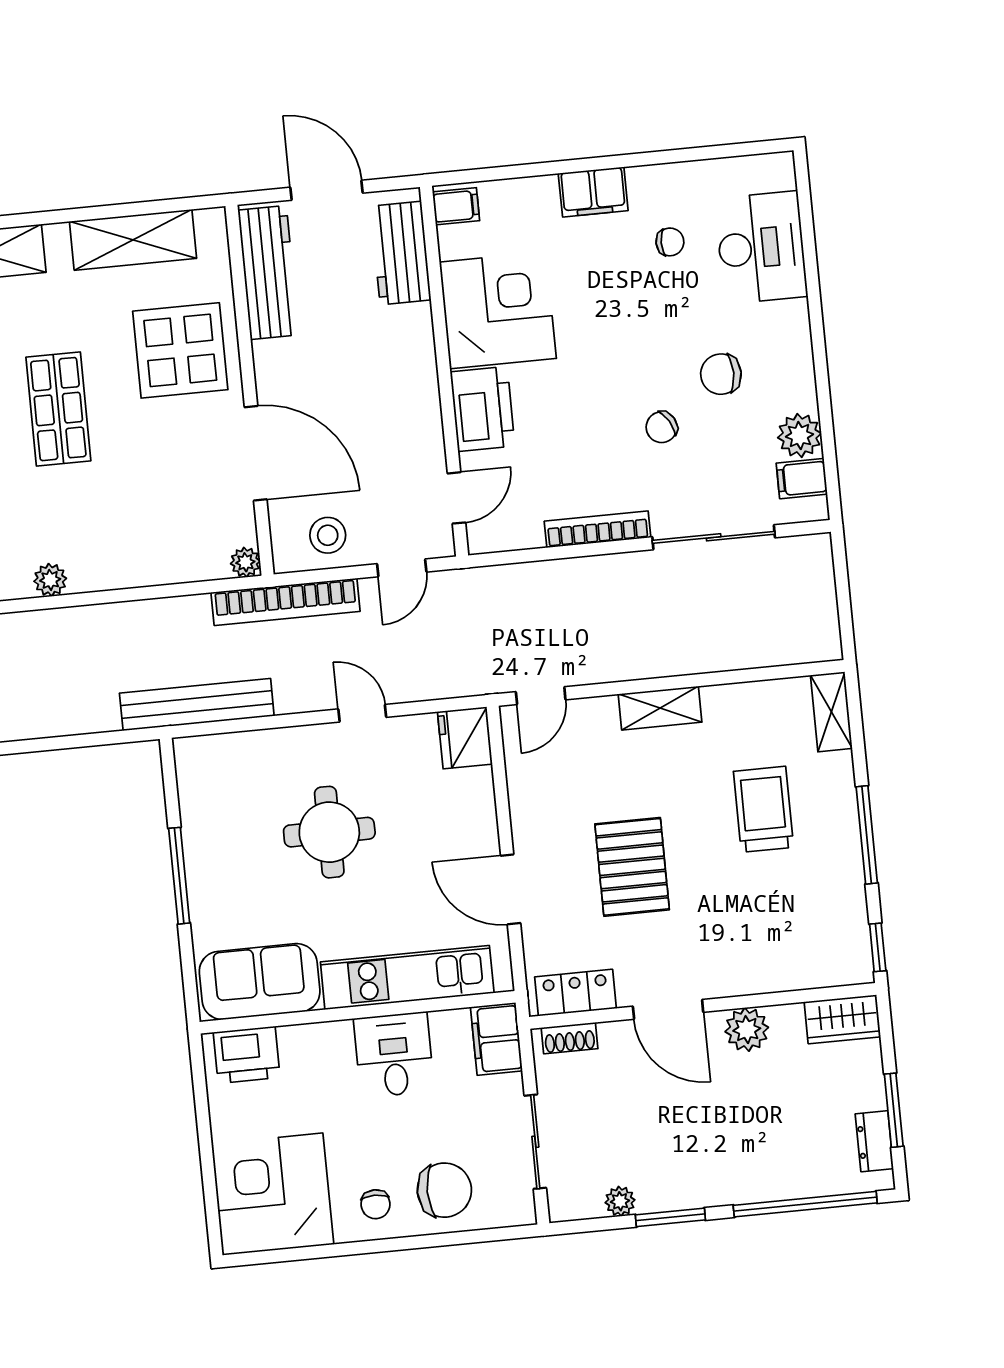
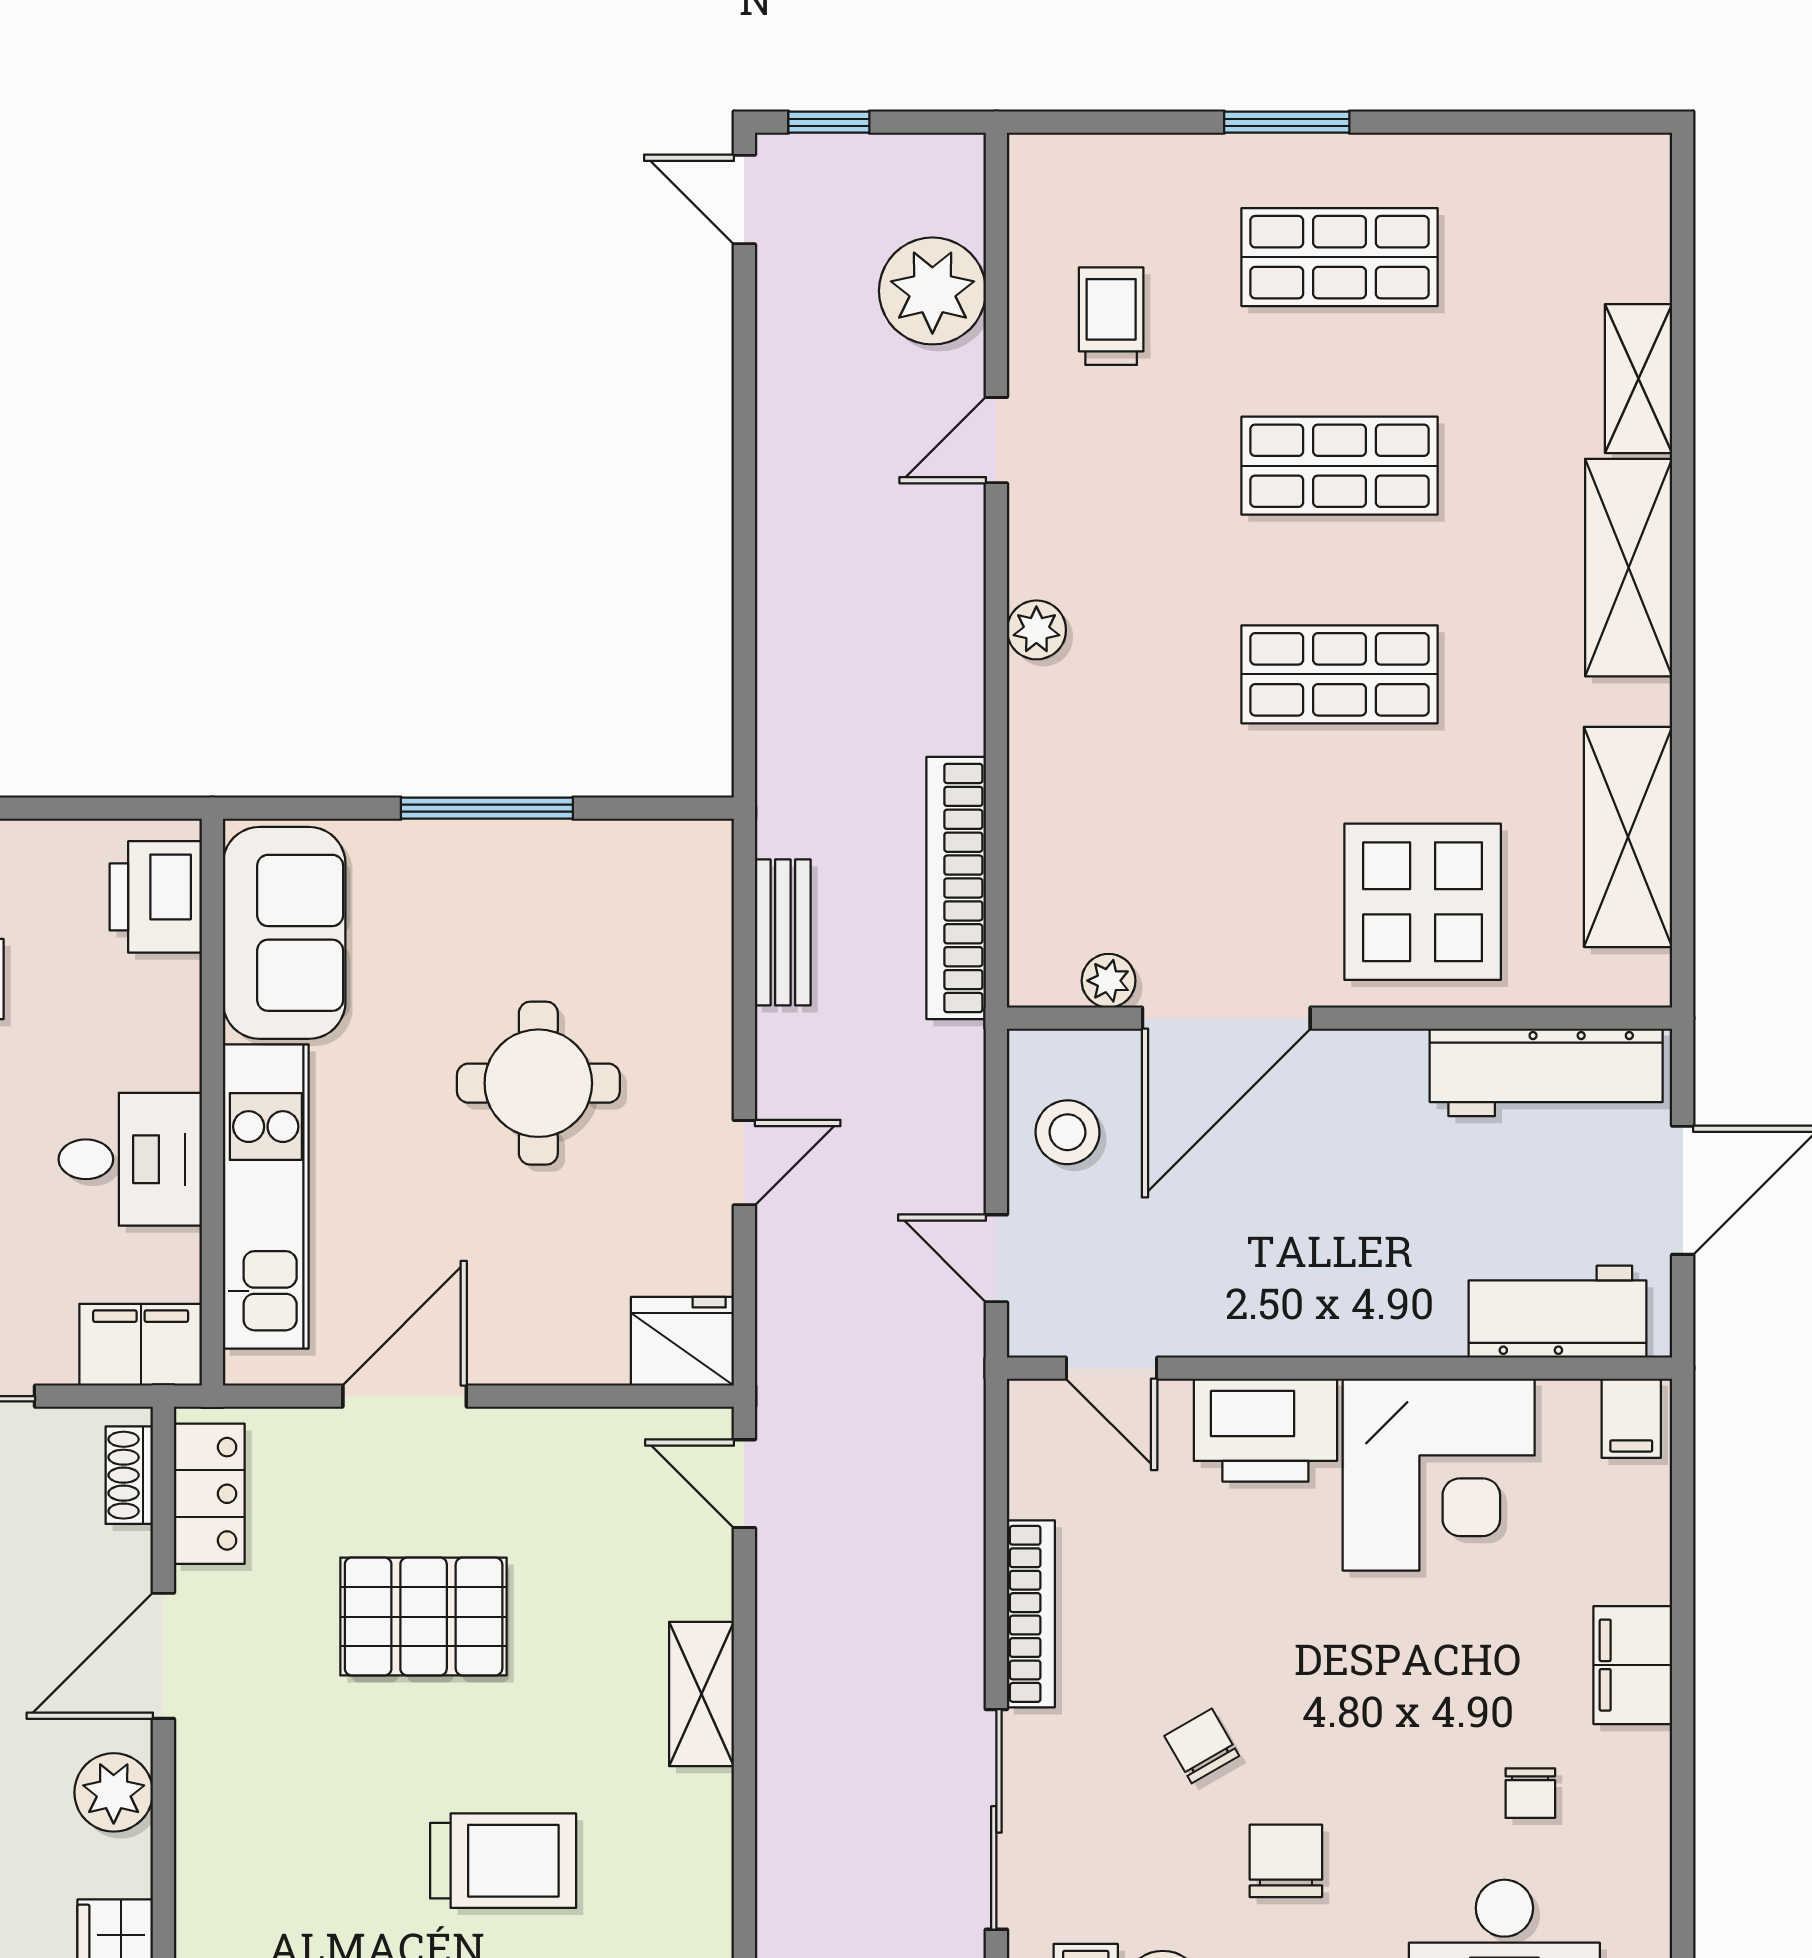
plant: (245, 562) -> (1109, 981), moved
bookcase: (286, 602) -> (956, 888), moved
bench: (197, 705) -> (783, 932), width x0.54, depth x0.82

